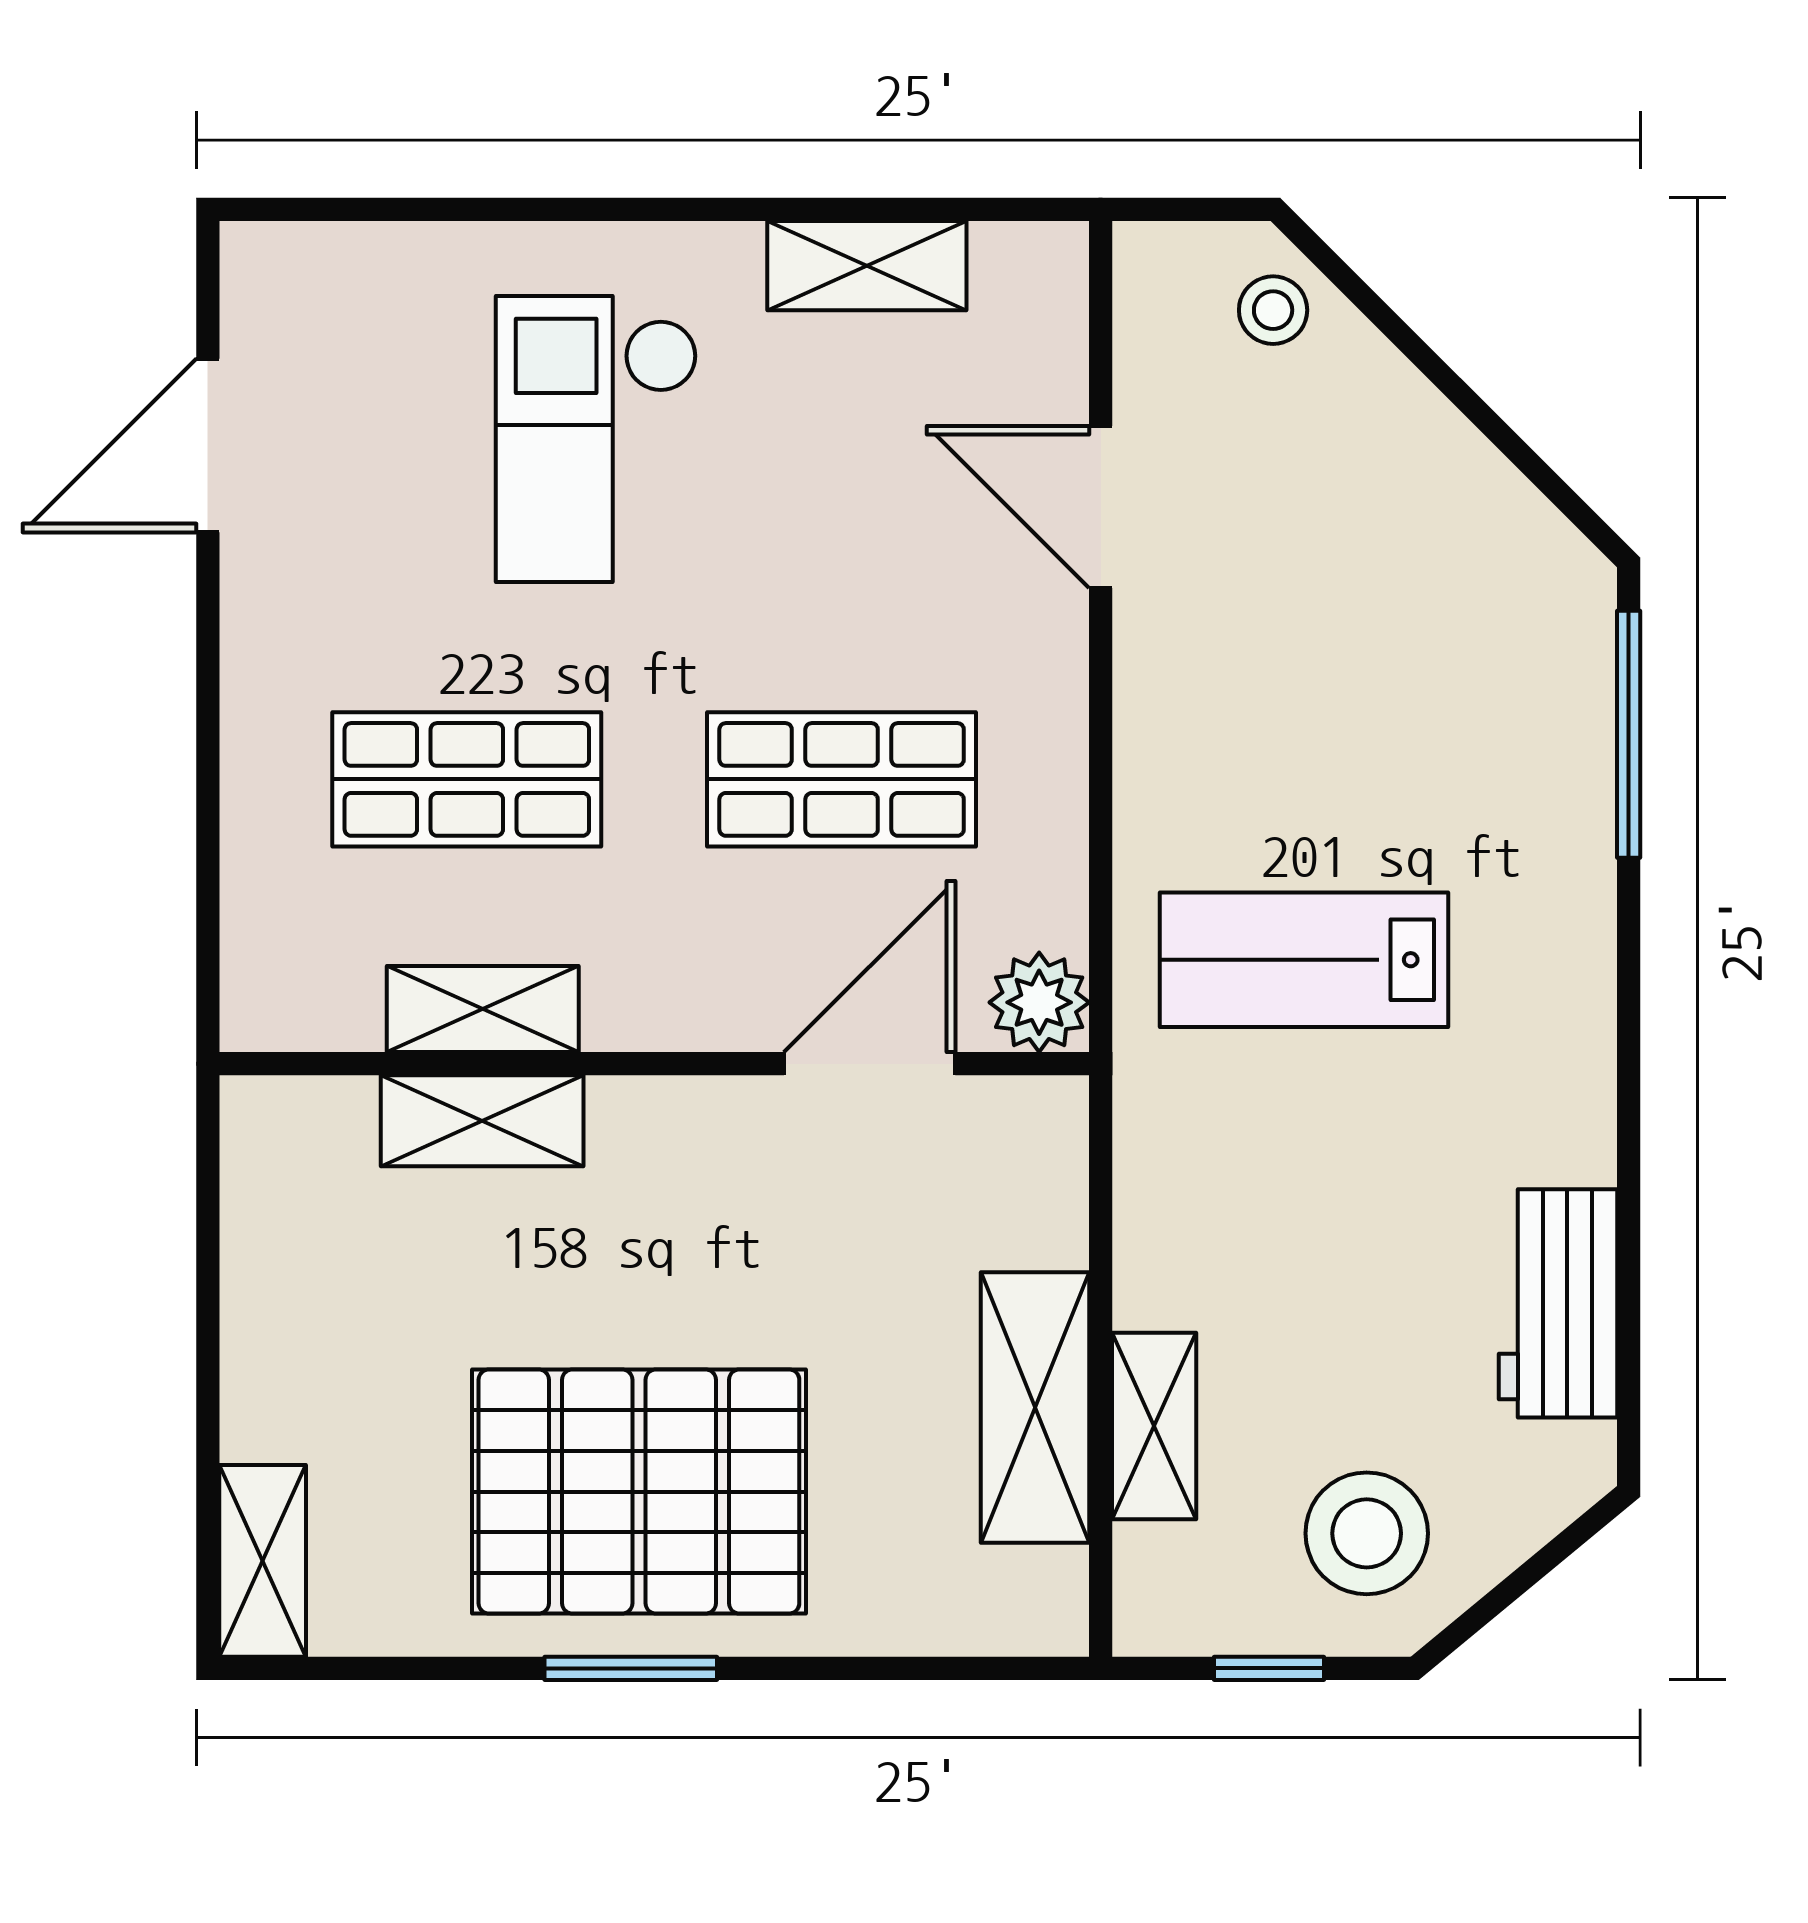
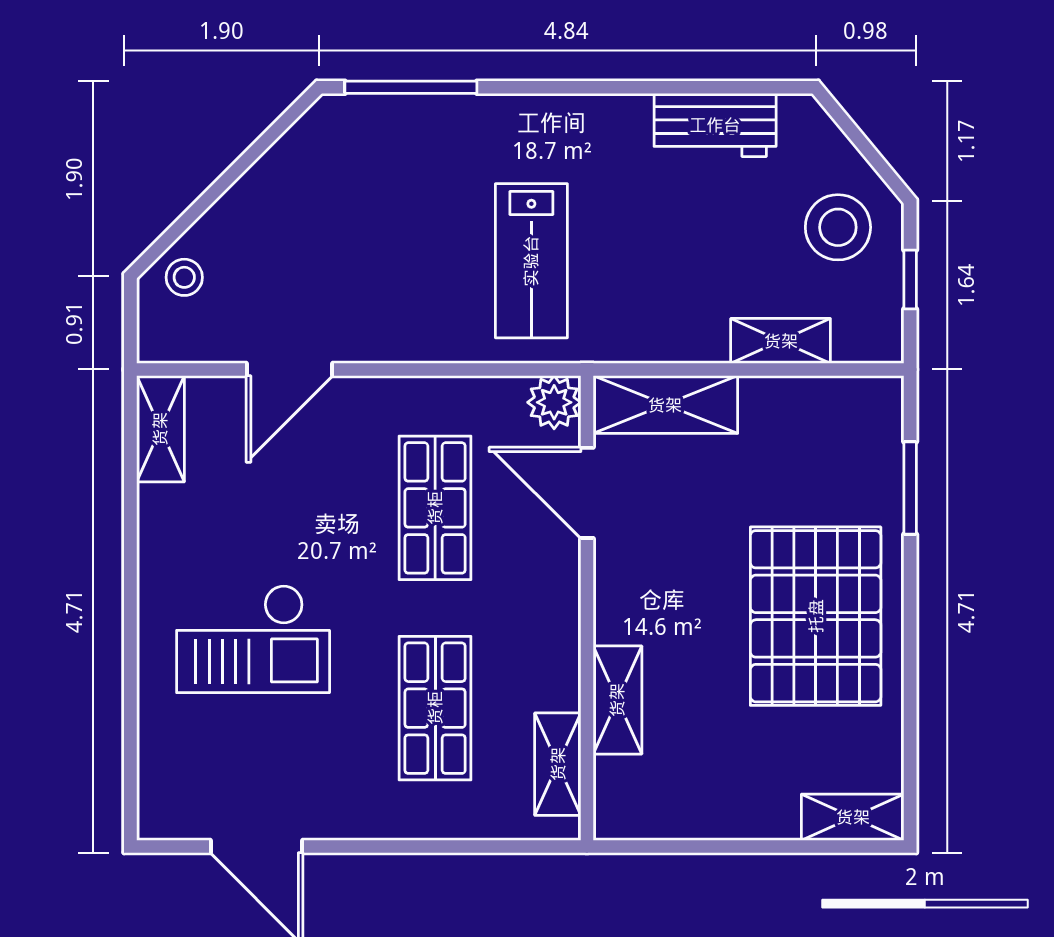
shelving: (867, 266) -> (160, 429), moved
shelving: (483, 1009) -> (558, 764), moved
shelving: (1035, 1408) -> (665, 405), moved
window: (631, 1668) -> (910, 488), moved

